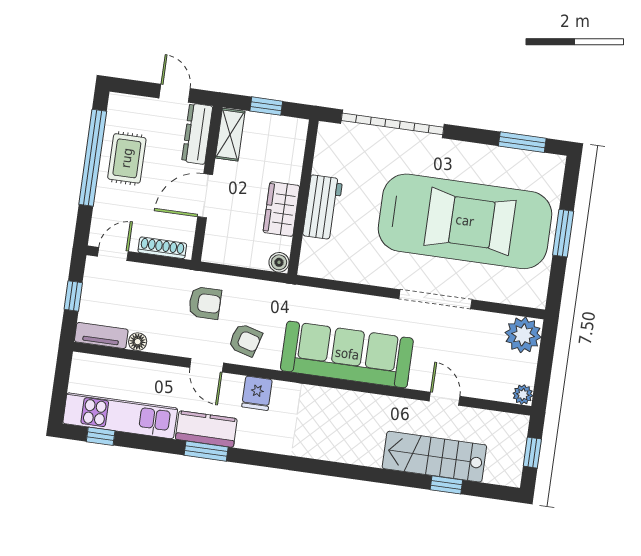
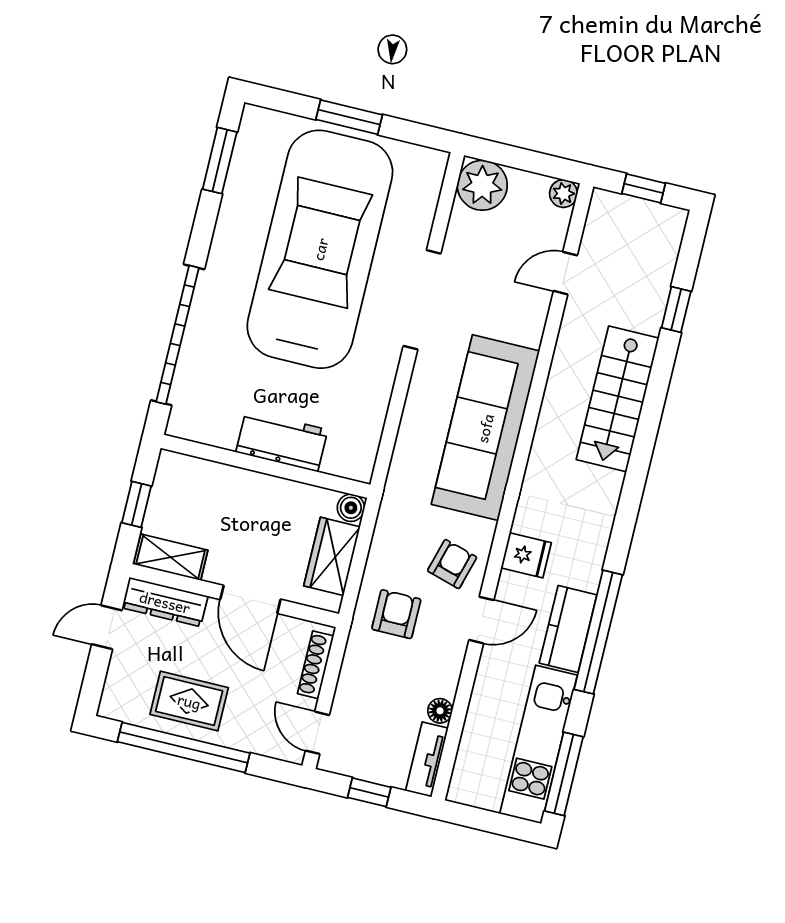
wardrobe: (281, 209) -> (332, 556), moved, turned 90
door: (445, 399) -> (565, 273), moved
window: (101, 436) -> (564, 774), width x2.17
window: (206, 451) -> (598, 632), width x2.11
stairs: (434, 457) -> (618, 399), moved

